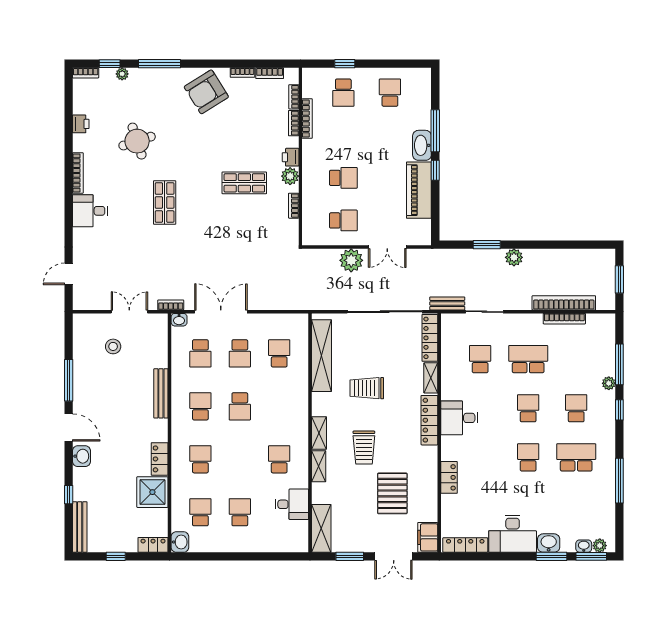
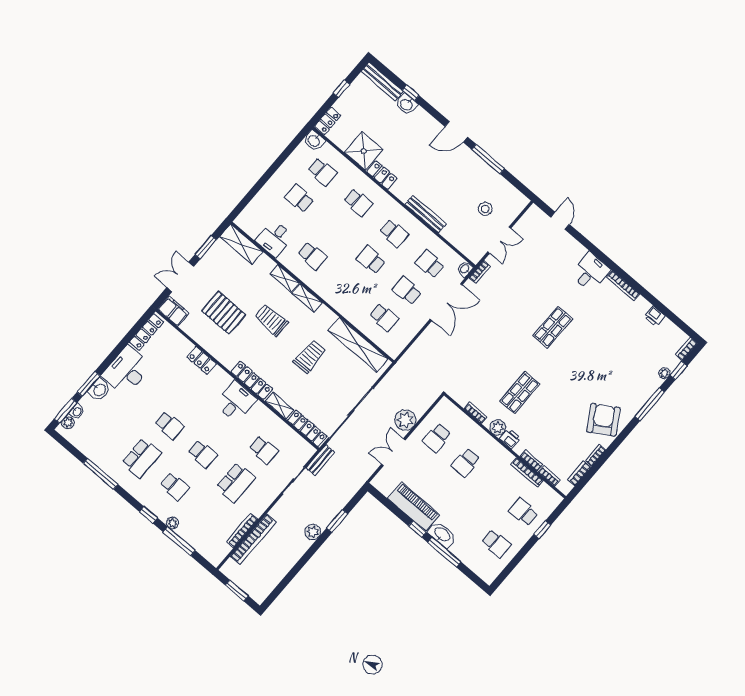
round table: (137, 141) -> (610, 344), removed
shop shelf: (165, 203) -> (553, 327), turned 90
washbasin: (81, 456) -> (406, 104), moved
school desk: (240, 512) -> (299, 198), turned 180

